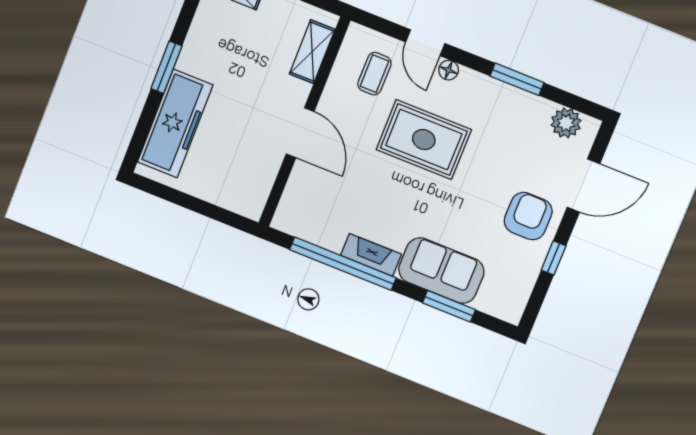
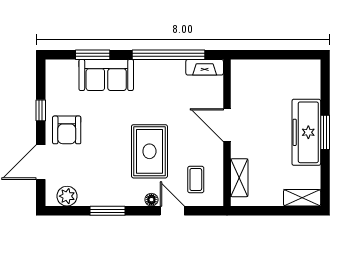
freezer: (175, 124) -> (306, 132), moved
rug: (424, 140) -> (149, 151), turned 90
fireplace: (371, 255) -> (205, 67), moved

